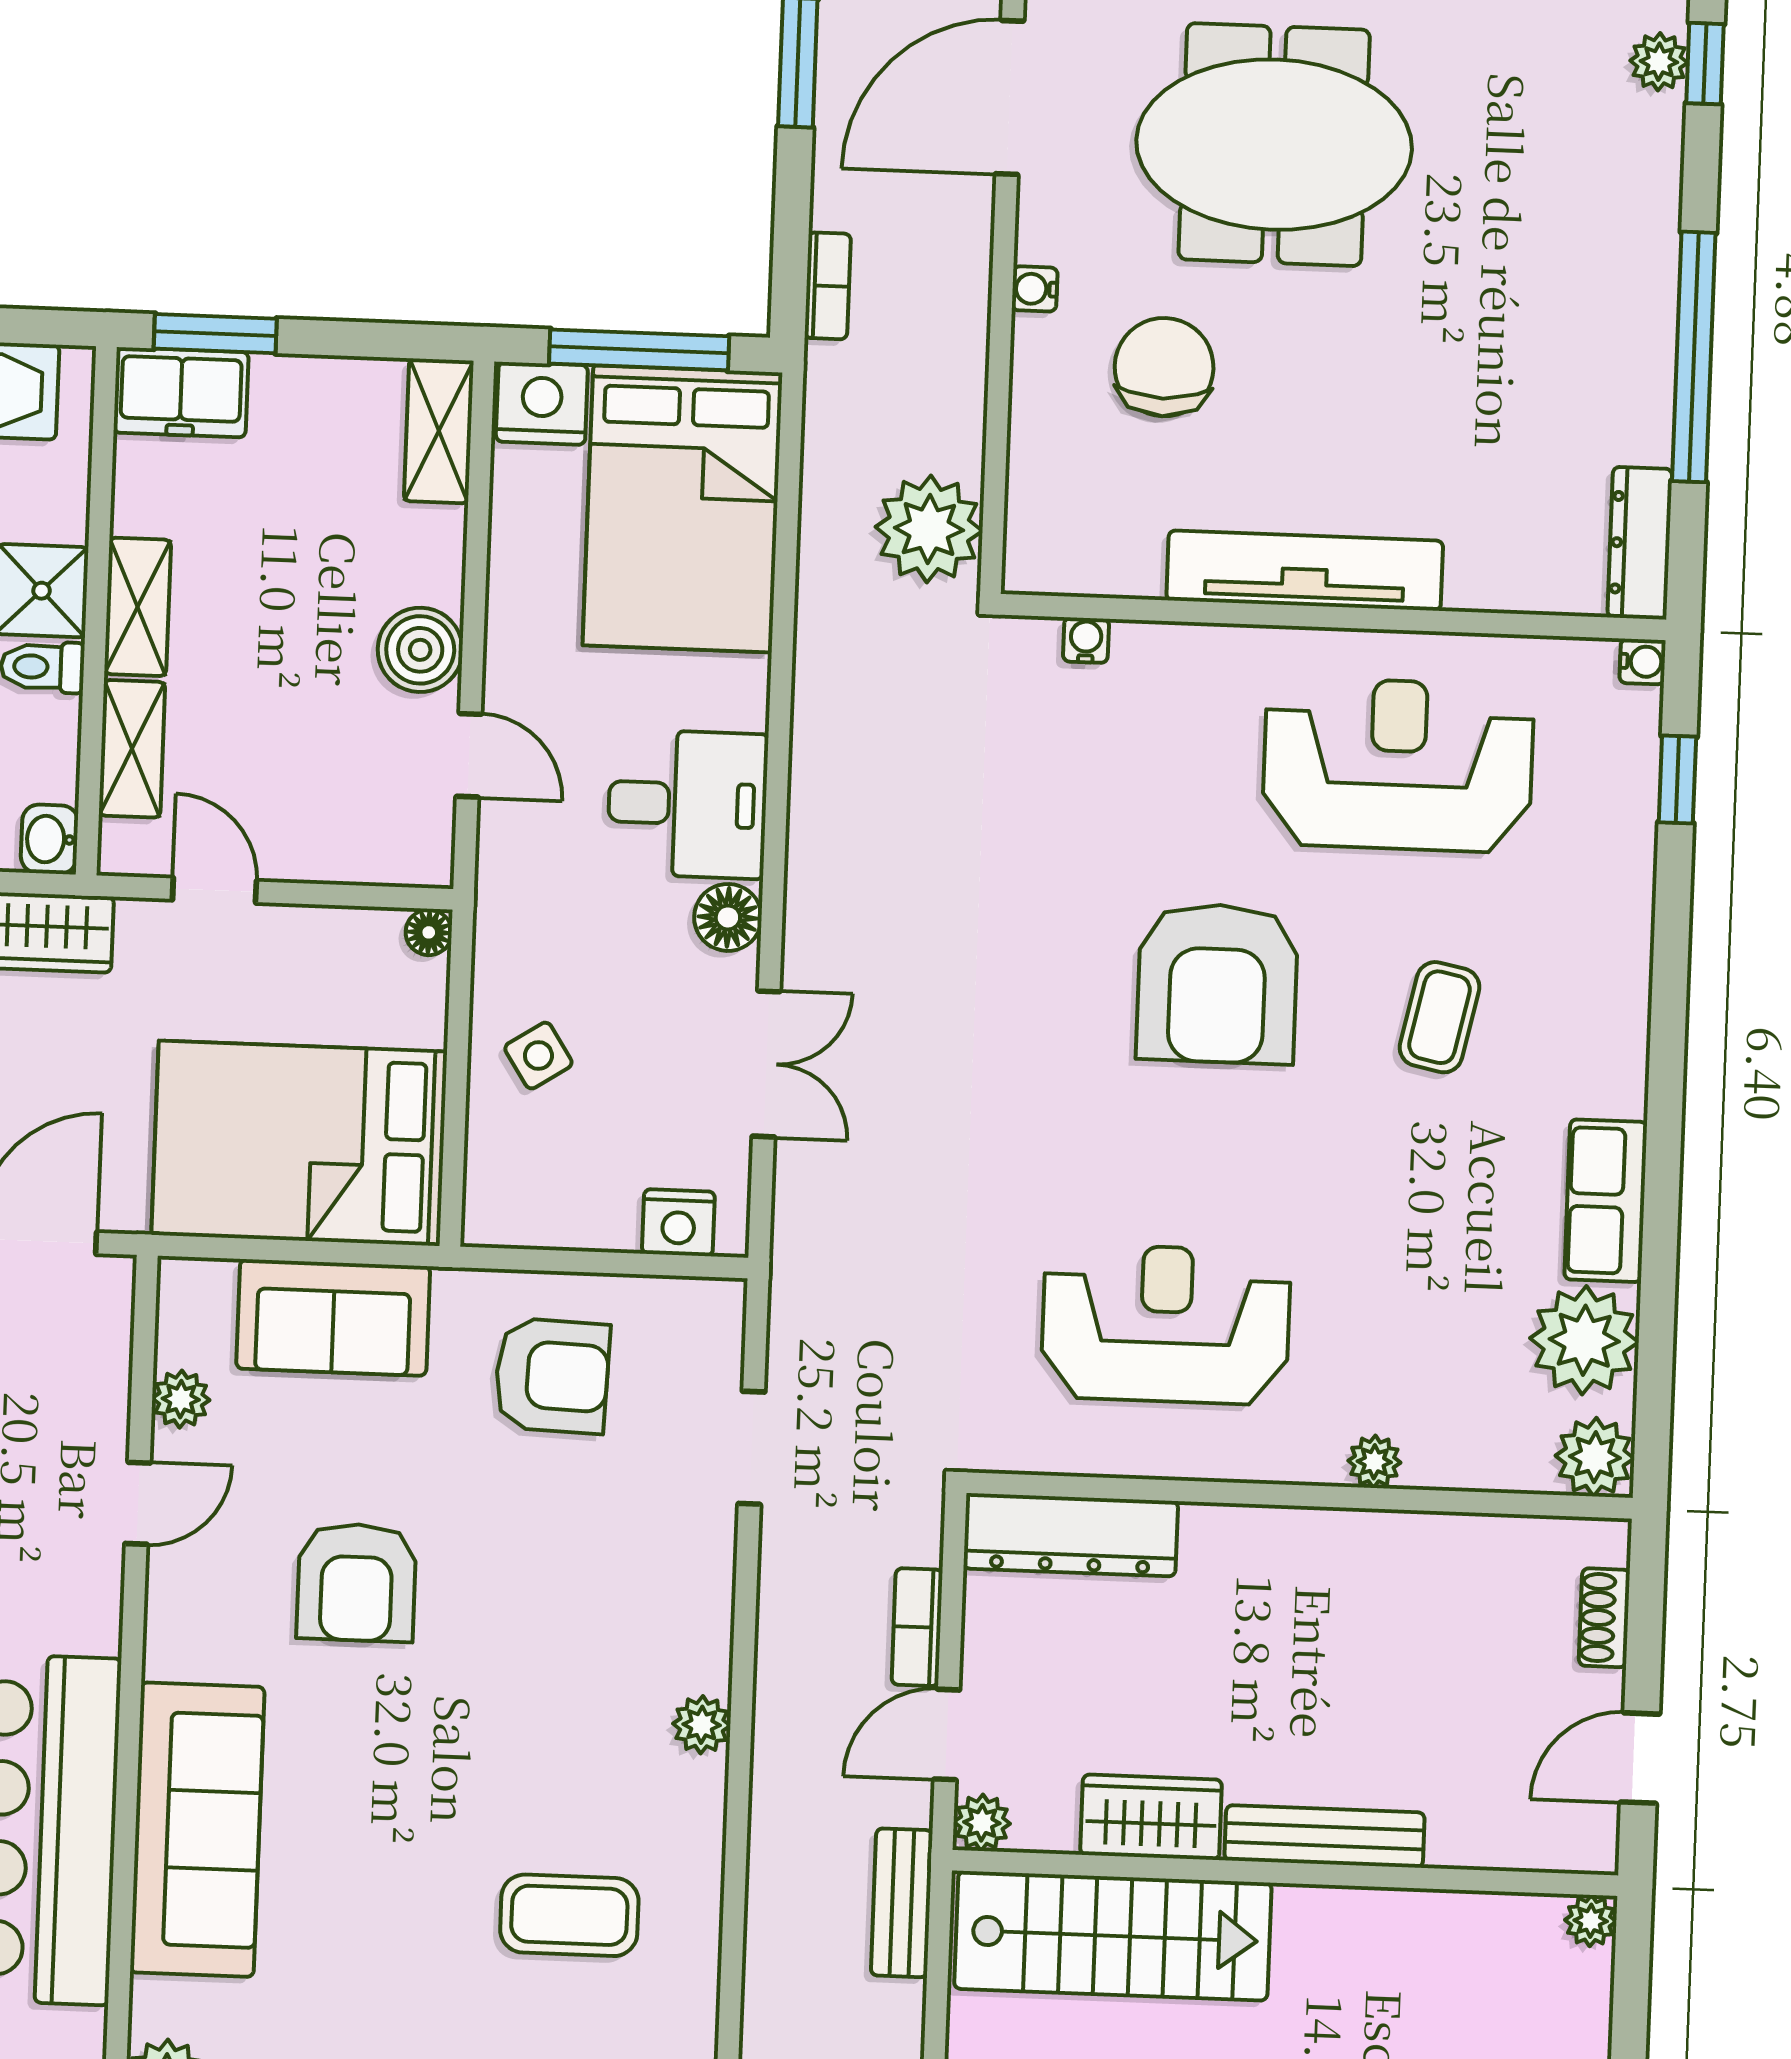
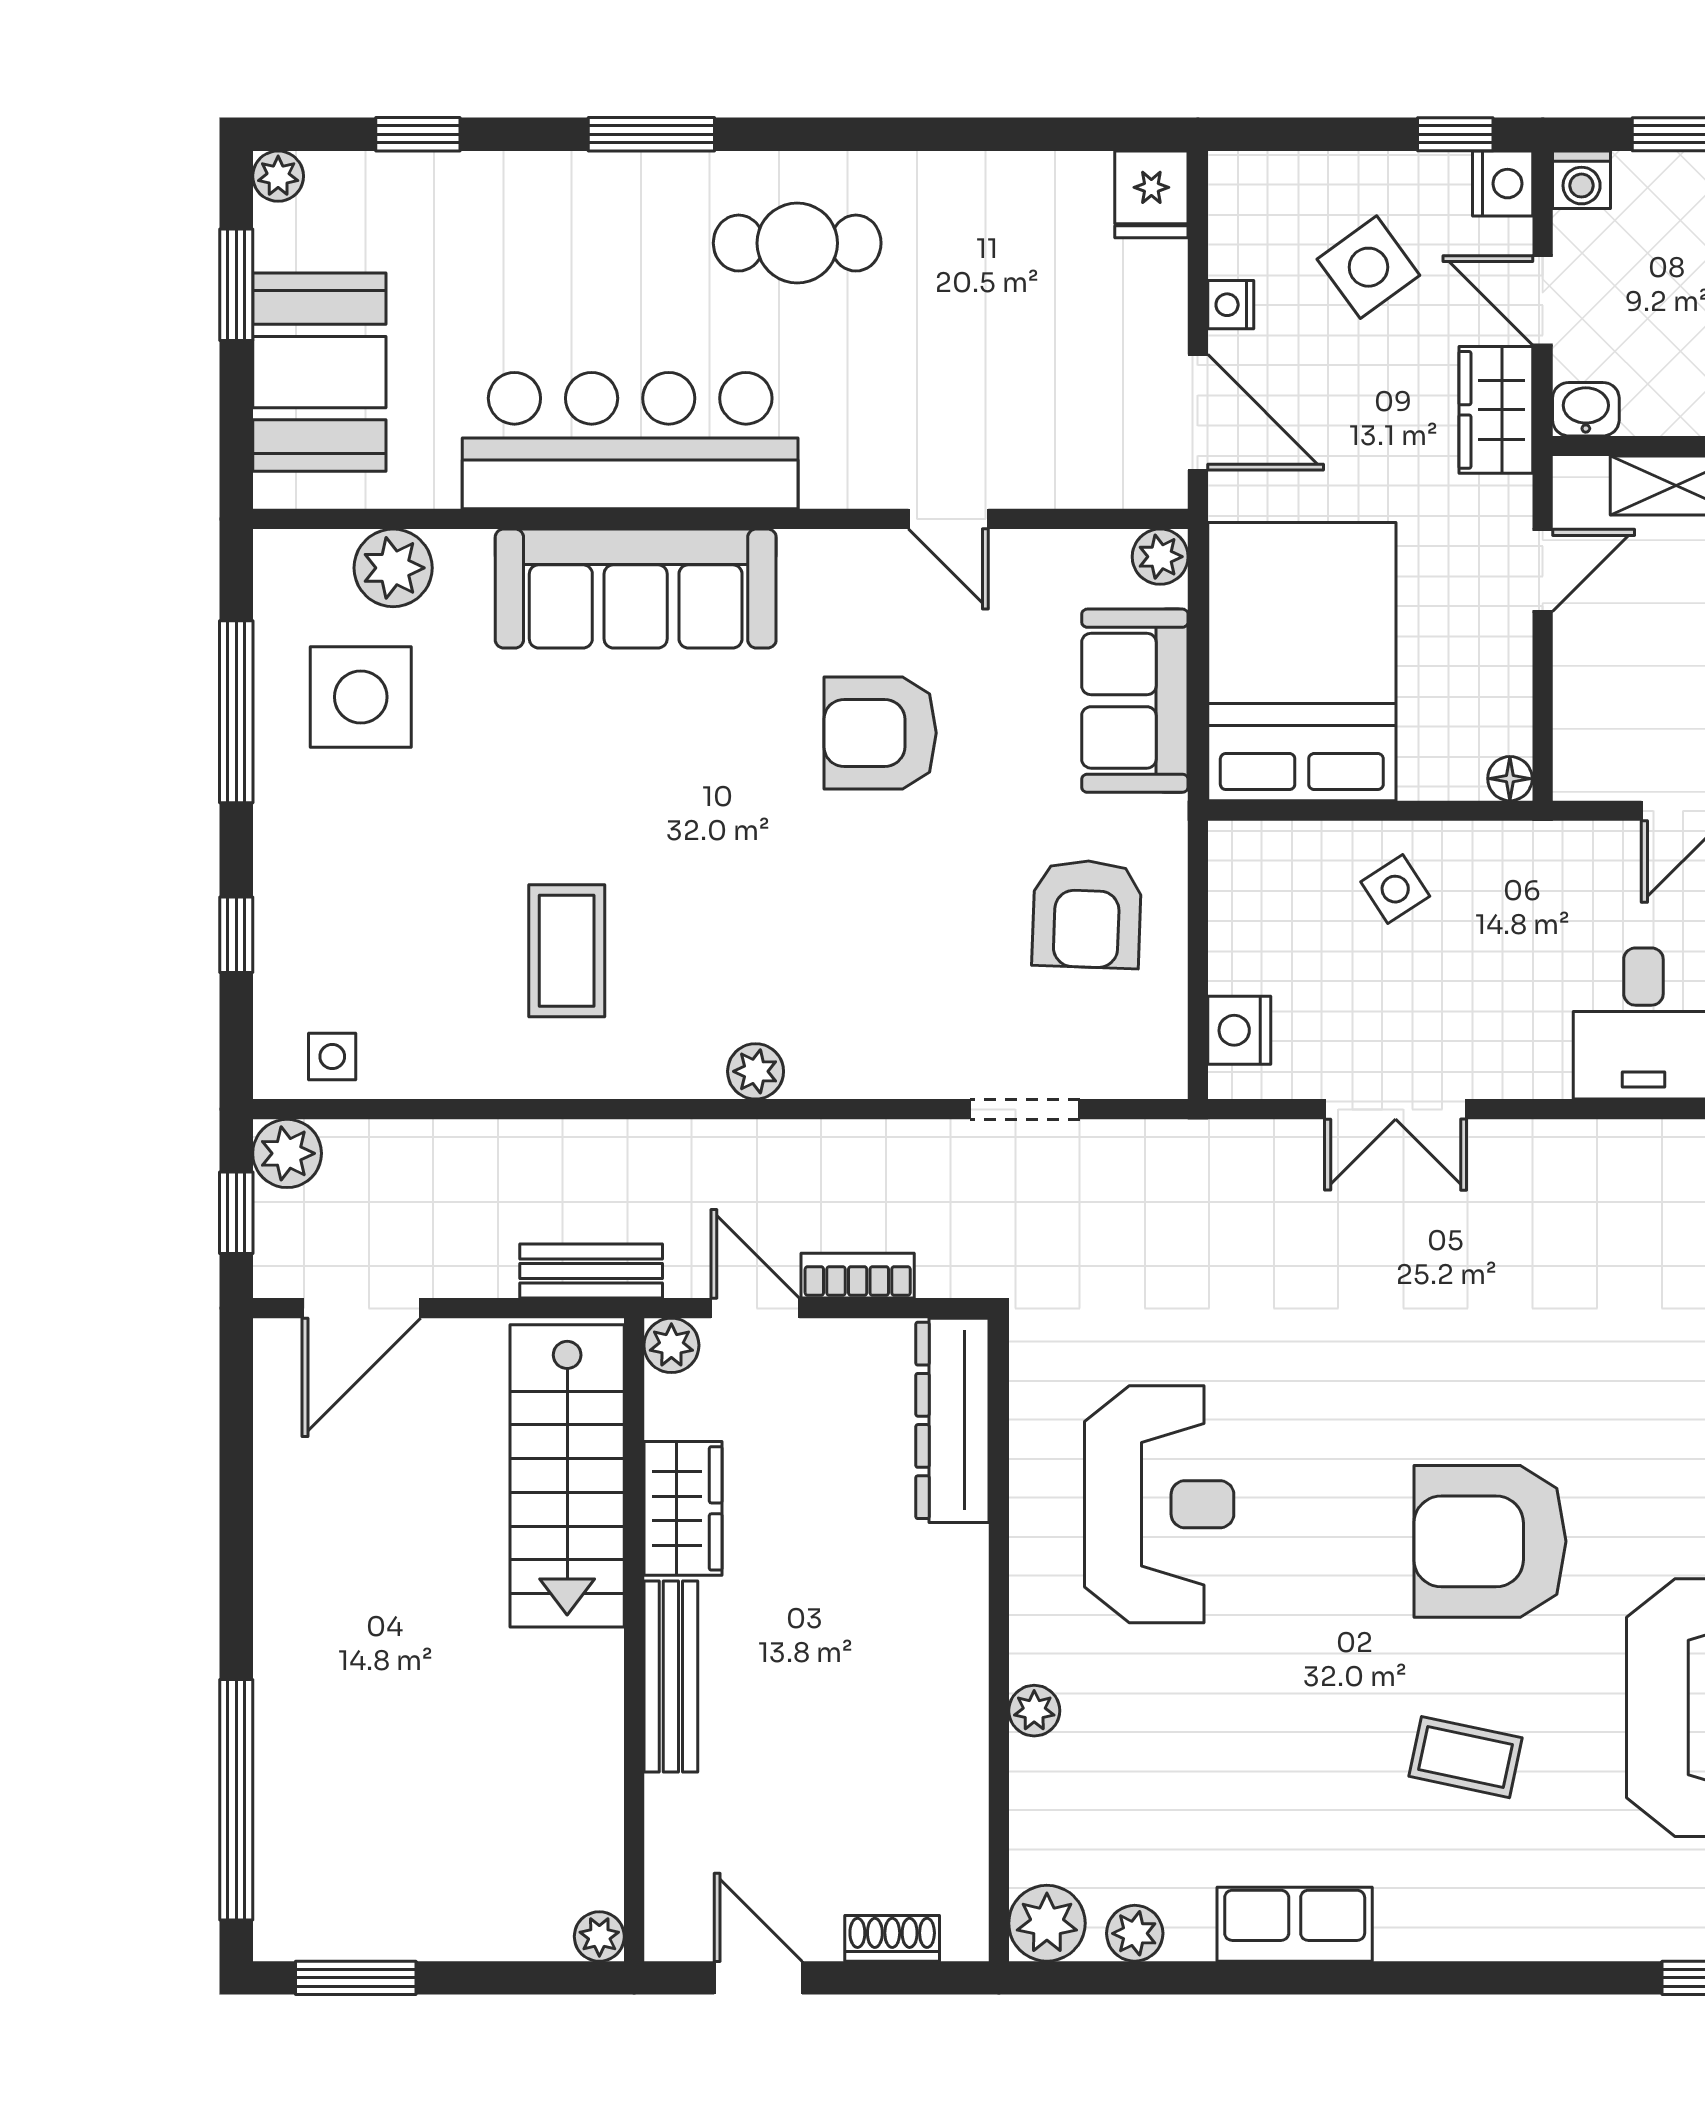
floor lamp: (728, 917) -> (1536, 1067), removed
plant: (1584, 1340) -> (1135, 1933), width x0.53, depth x0.53
plant: (181, 1399) -> (1160, 557), moved

